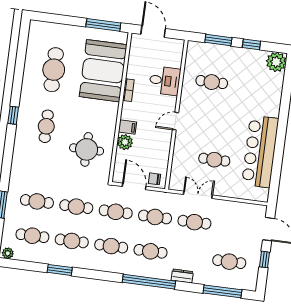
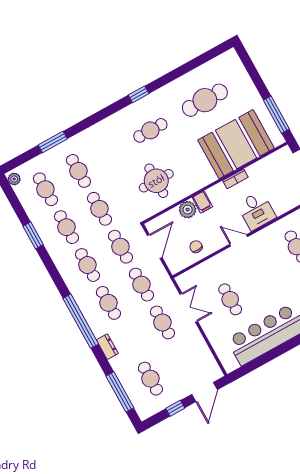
desk: (165, 81) -> (256, 211), moved
chair: (154, 179) -> (196, 247), moved

